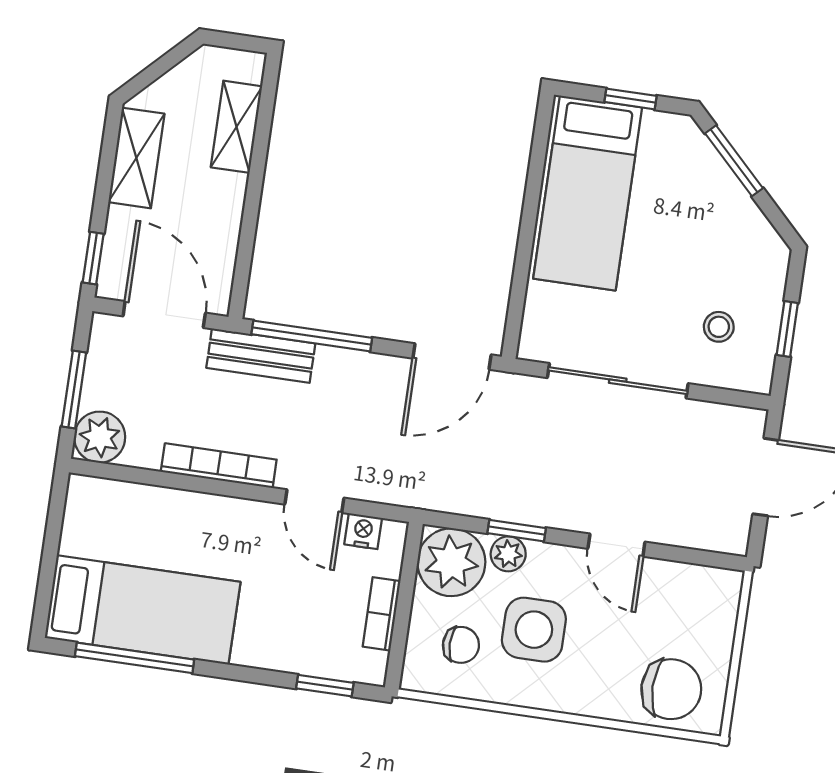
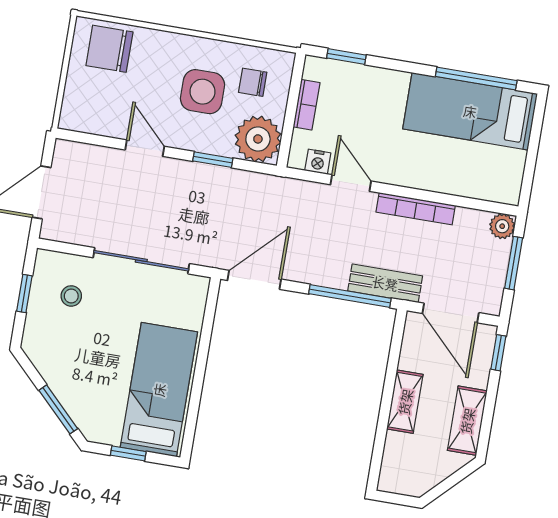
shelving: (236, 127) -> (405, 402), moved
plant: (100, 437) -> (502, 226), width x0.73, depth x0.73
plant: (508, 554) -> (219, 144), removed

